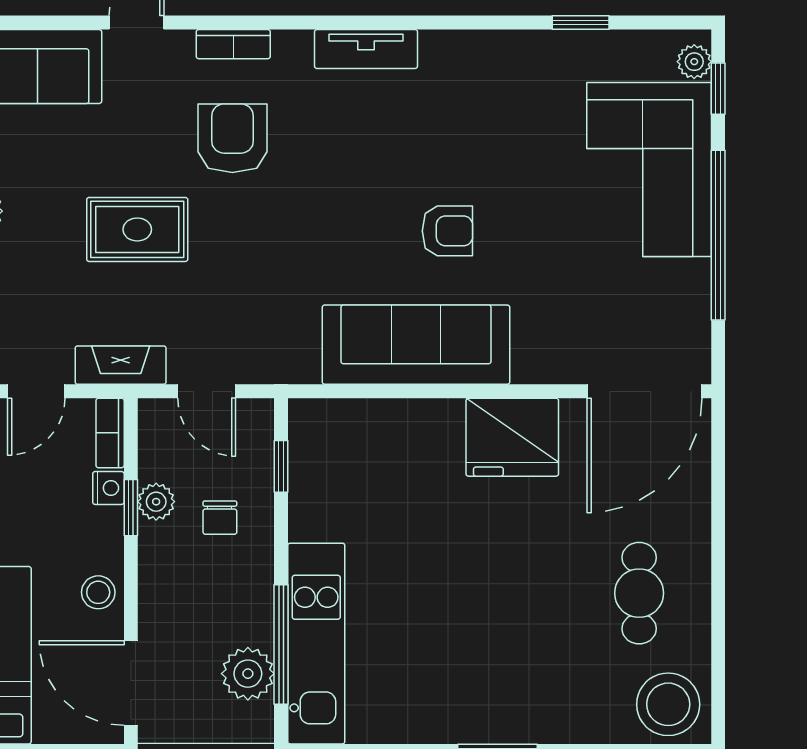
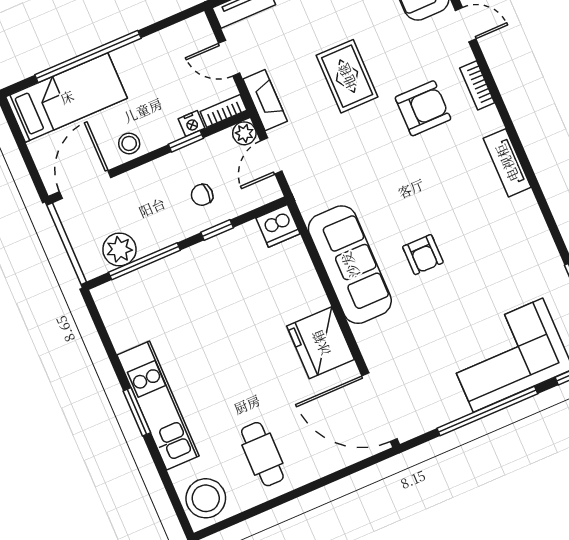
dishwasher: (314, 426) -> (278, 226), added
window: (281, 466) -> (217, 230), moved
plant: (156, 502) -> (244, 133), moved
cafe table: (639, 593) -> (262, 454), turned 90
kitchen unit: (316, 644) -> (158, 405), moved, turned -90

